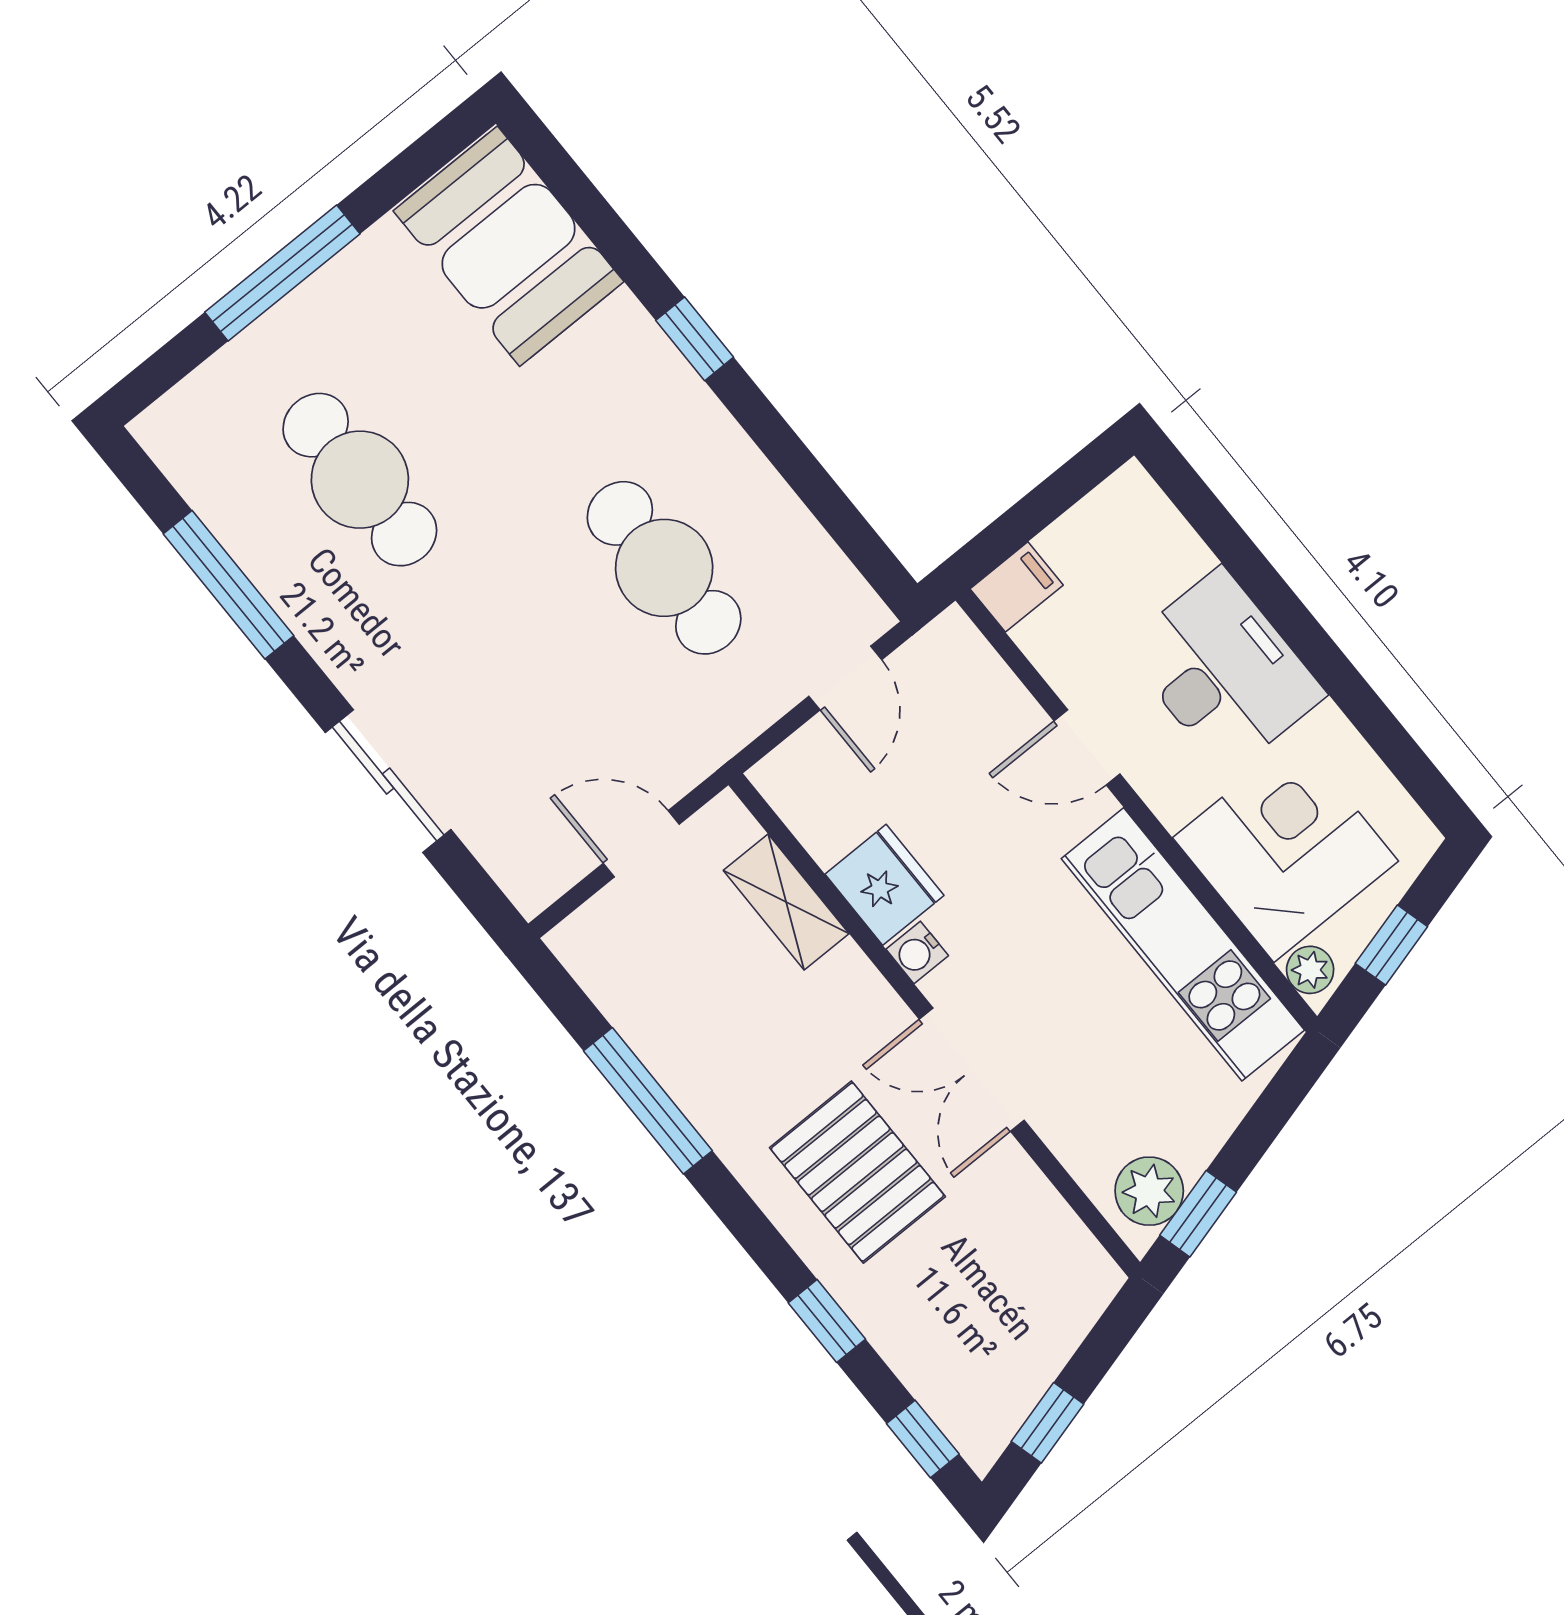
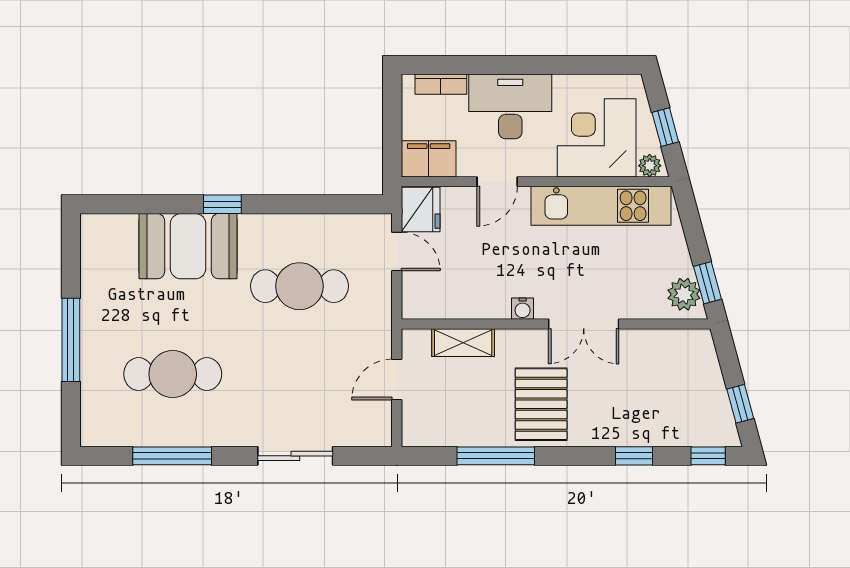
booth: (509, 246) -> (188, 246), moved
bookcase: (1169, 532) -> (441, 84), added
filing cabinet: (1017, 587) -> (429, 159), width x2.00
fridge: (884, 885) -> (421, 209), moved, turned 90
pallet: (857, 1172) -> (541, 404), moved, turned 90

